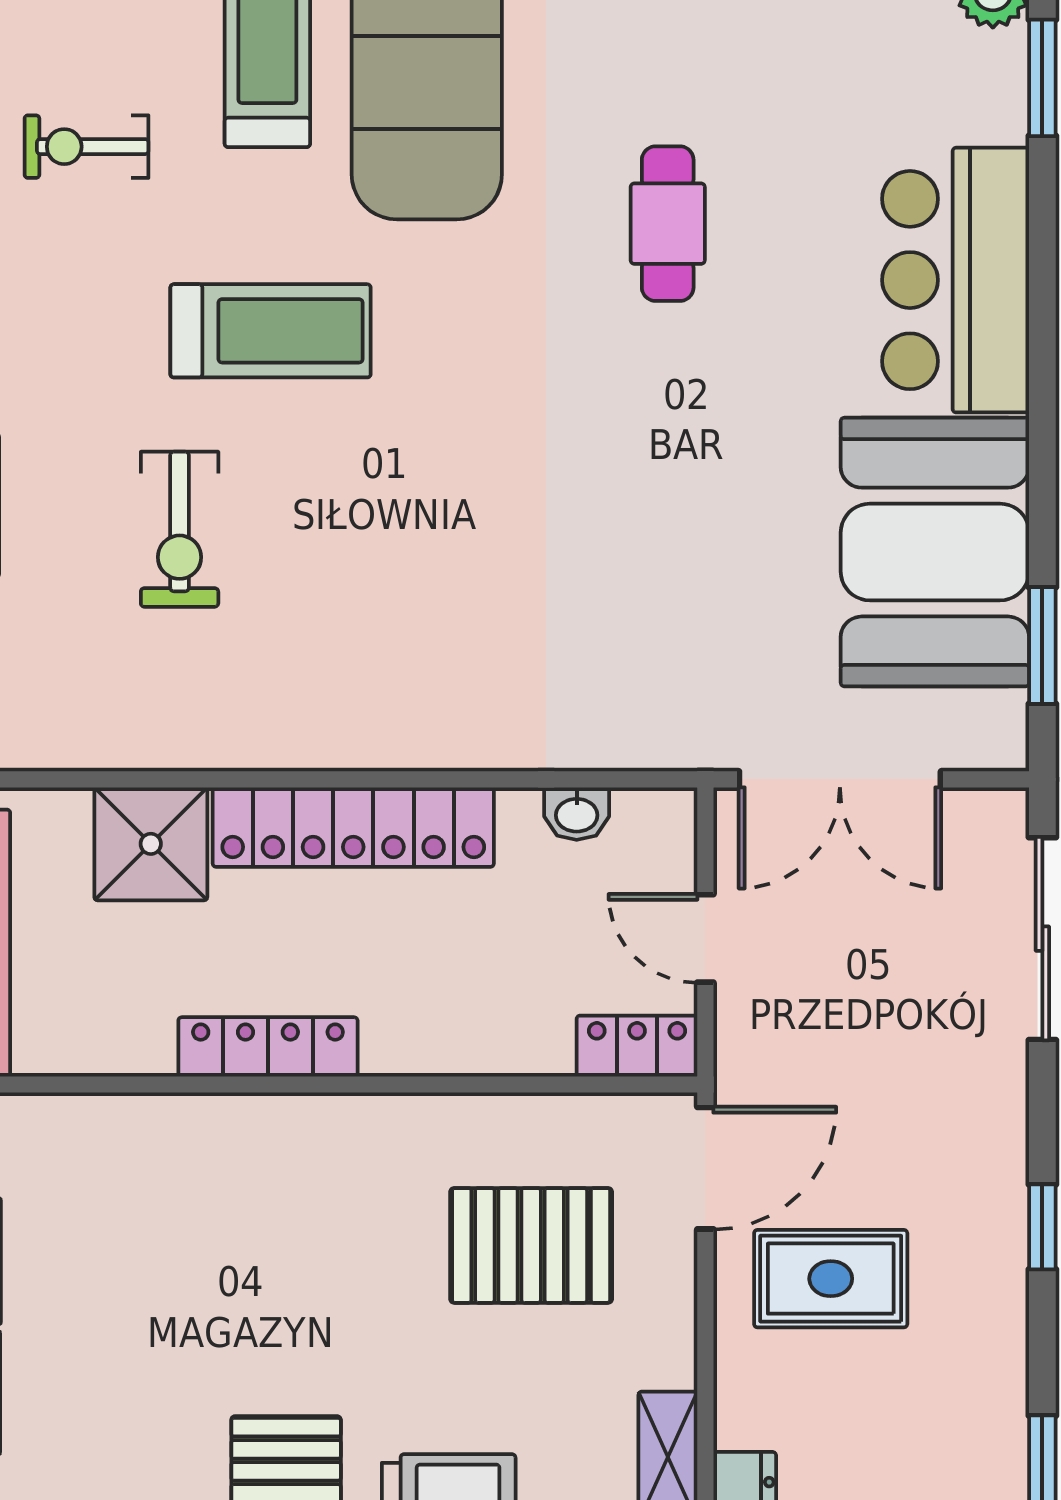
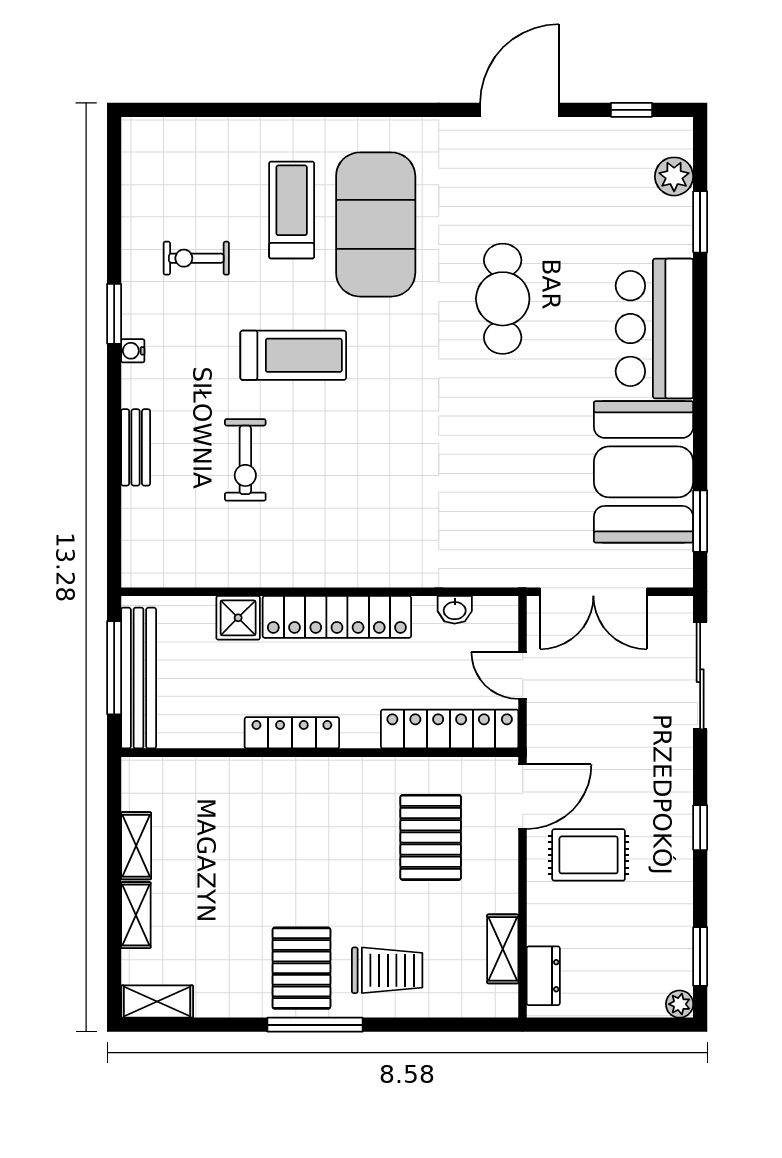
cafe table: (668, 224) -> (503, 299), width x1.37, depth x1.35
shower: (151, 844) -> (238, 618), width x0.73, depth x0.73
locker: (637, 1046) -> (450, 729), width x2.16, depth x1.21
pallet: (531, 1245) -> (431, 837), turned 90

